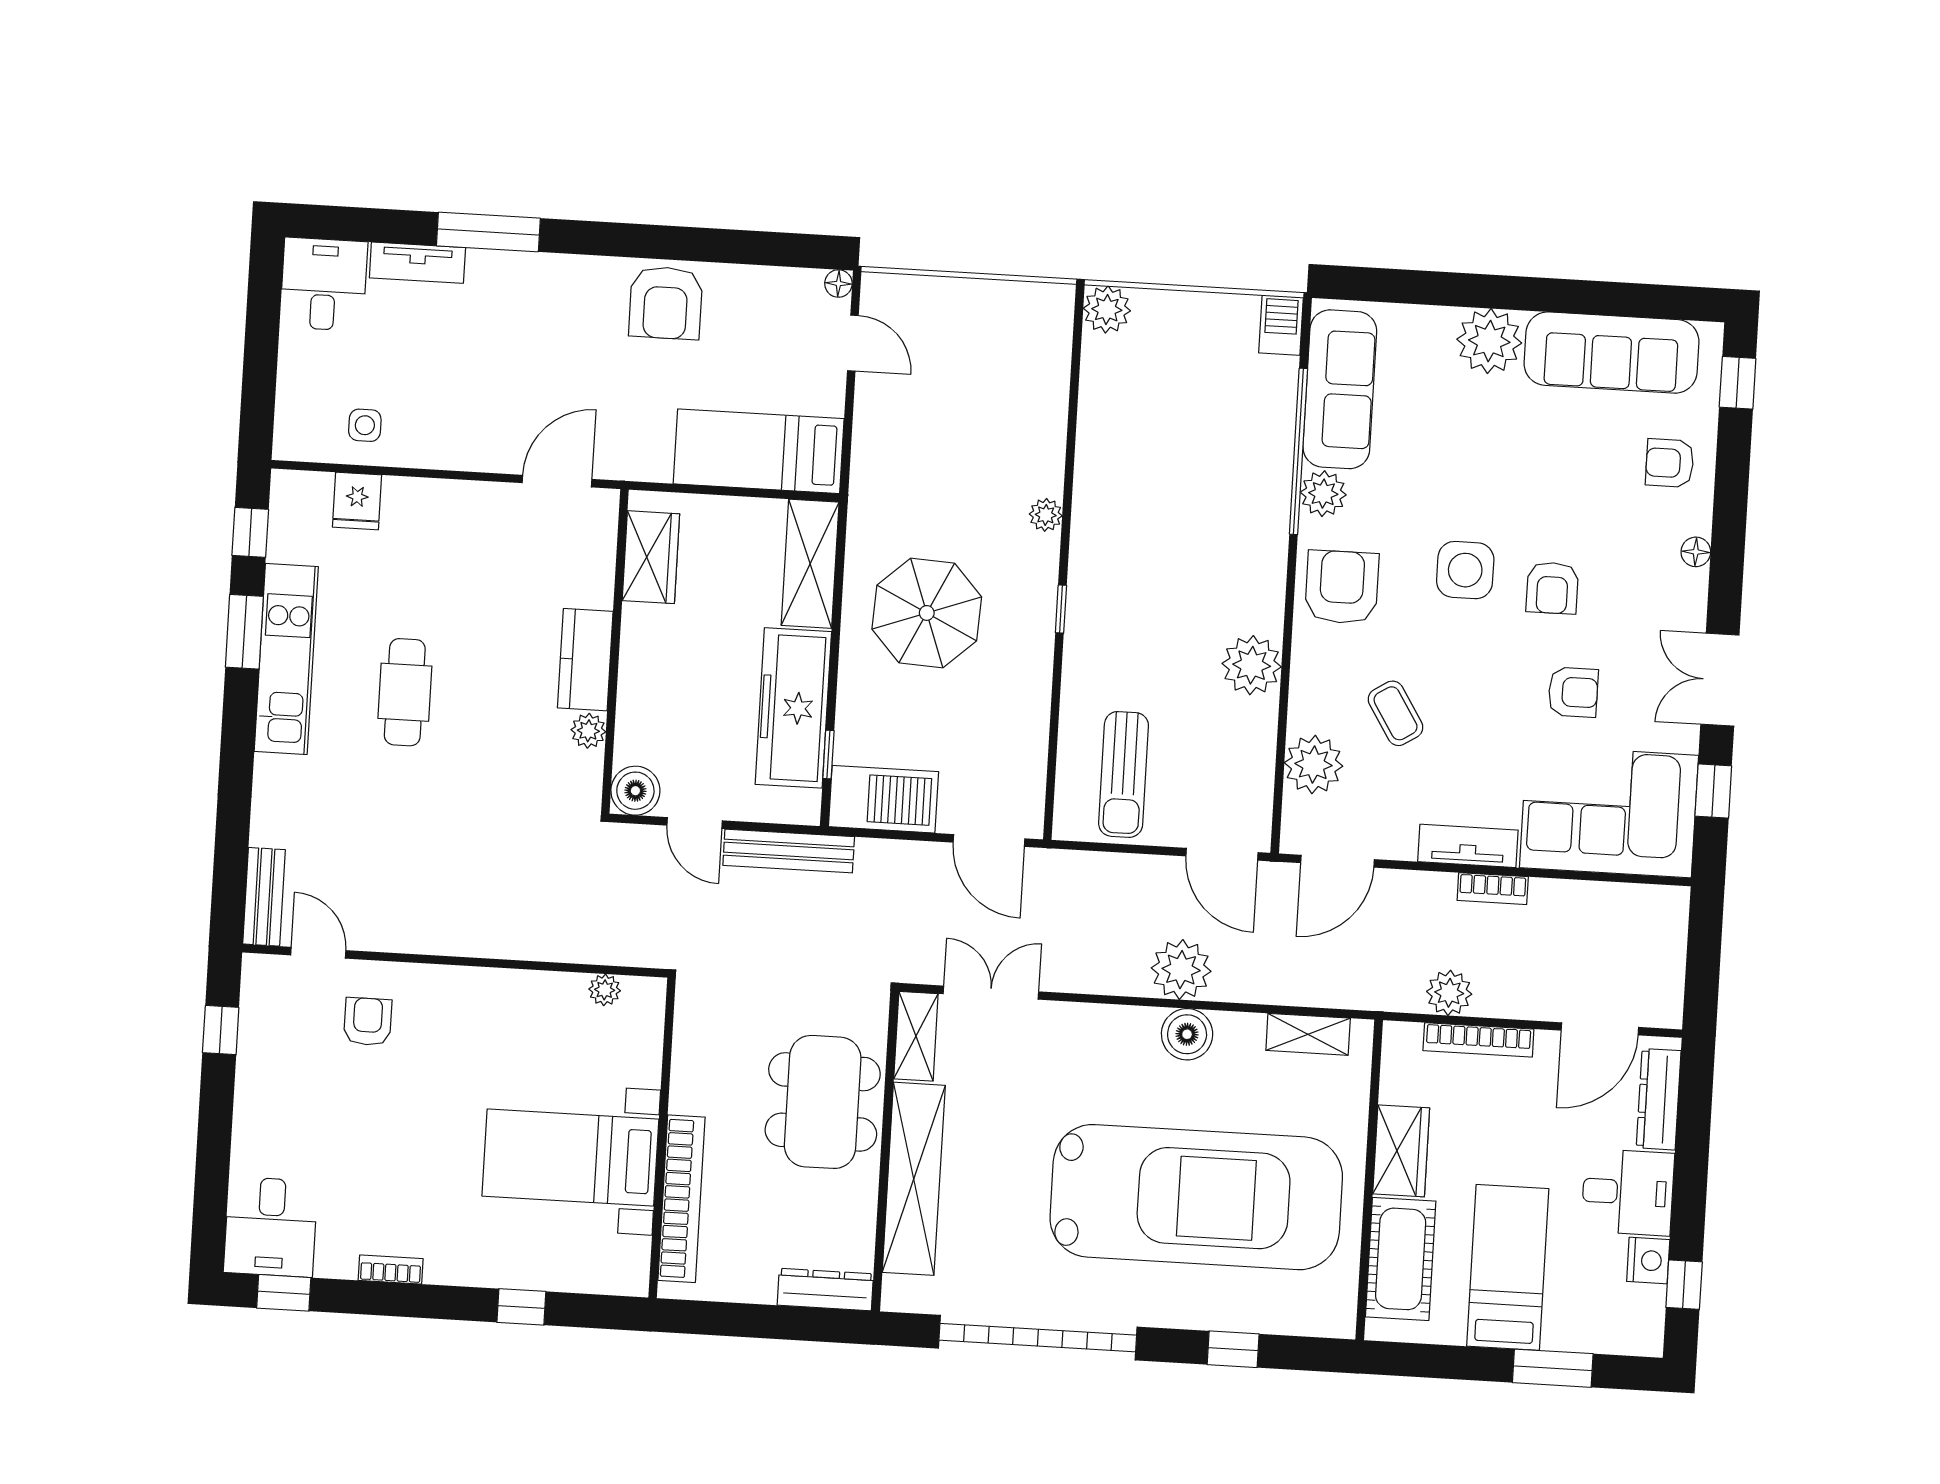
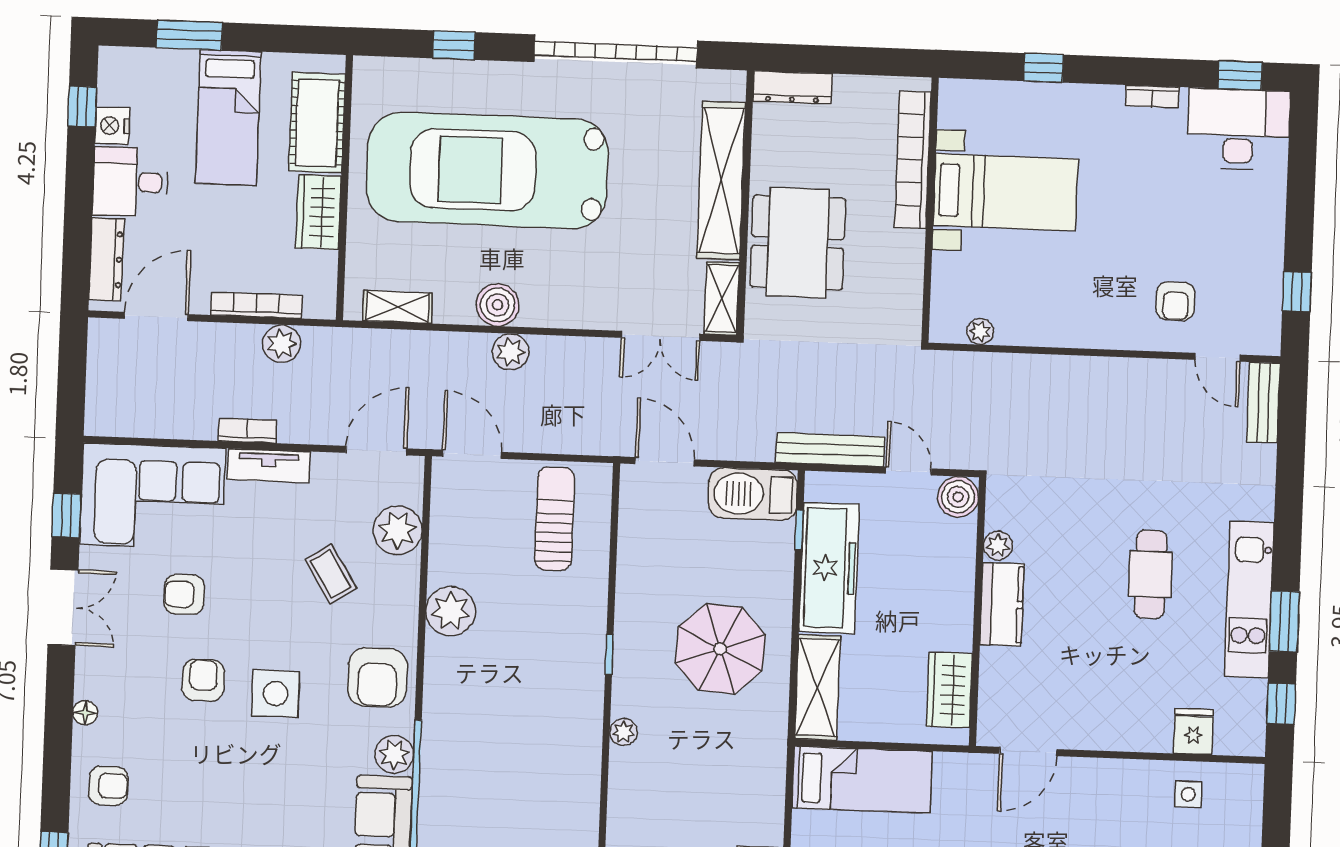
plant: (1181, 970) -> (511, 352), width x0.73, depth x0.73
desk: (271, 1227) -> (1238, 129), width x1.37

